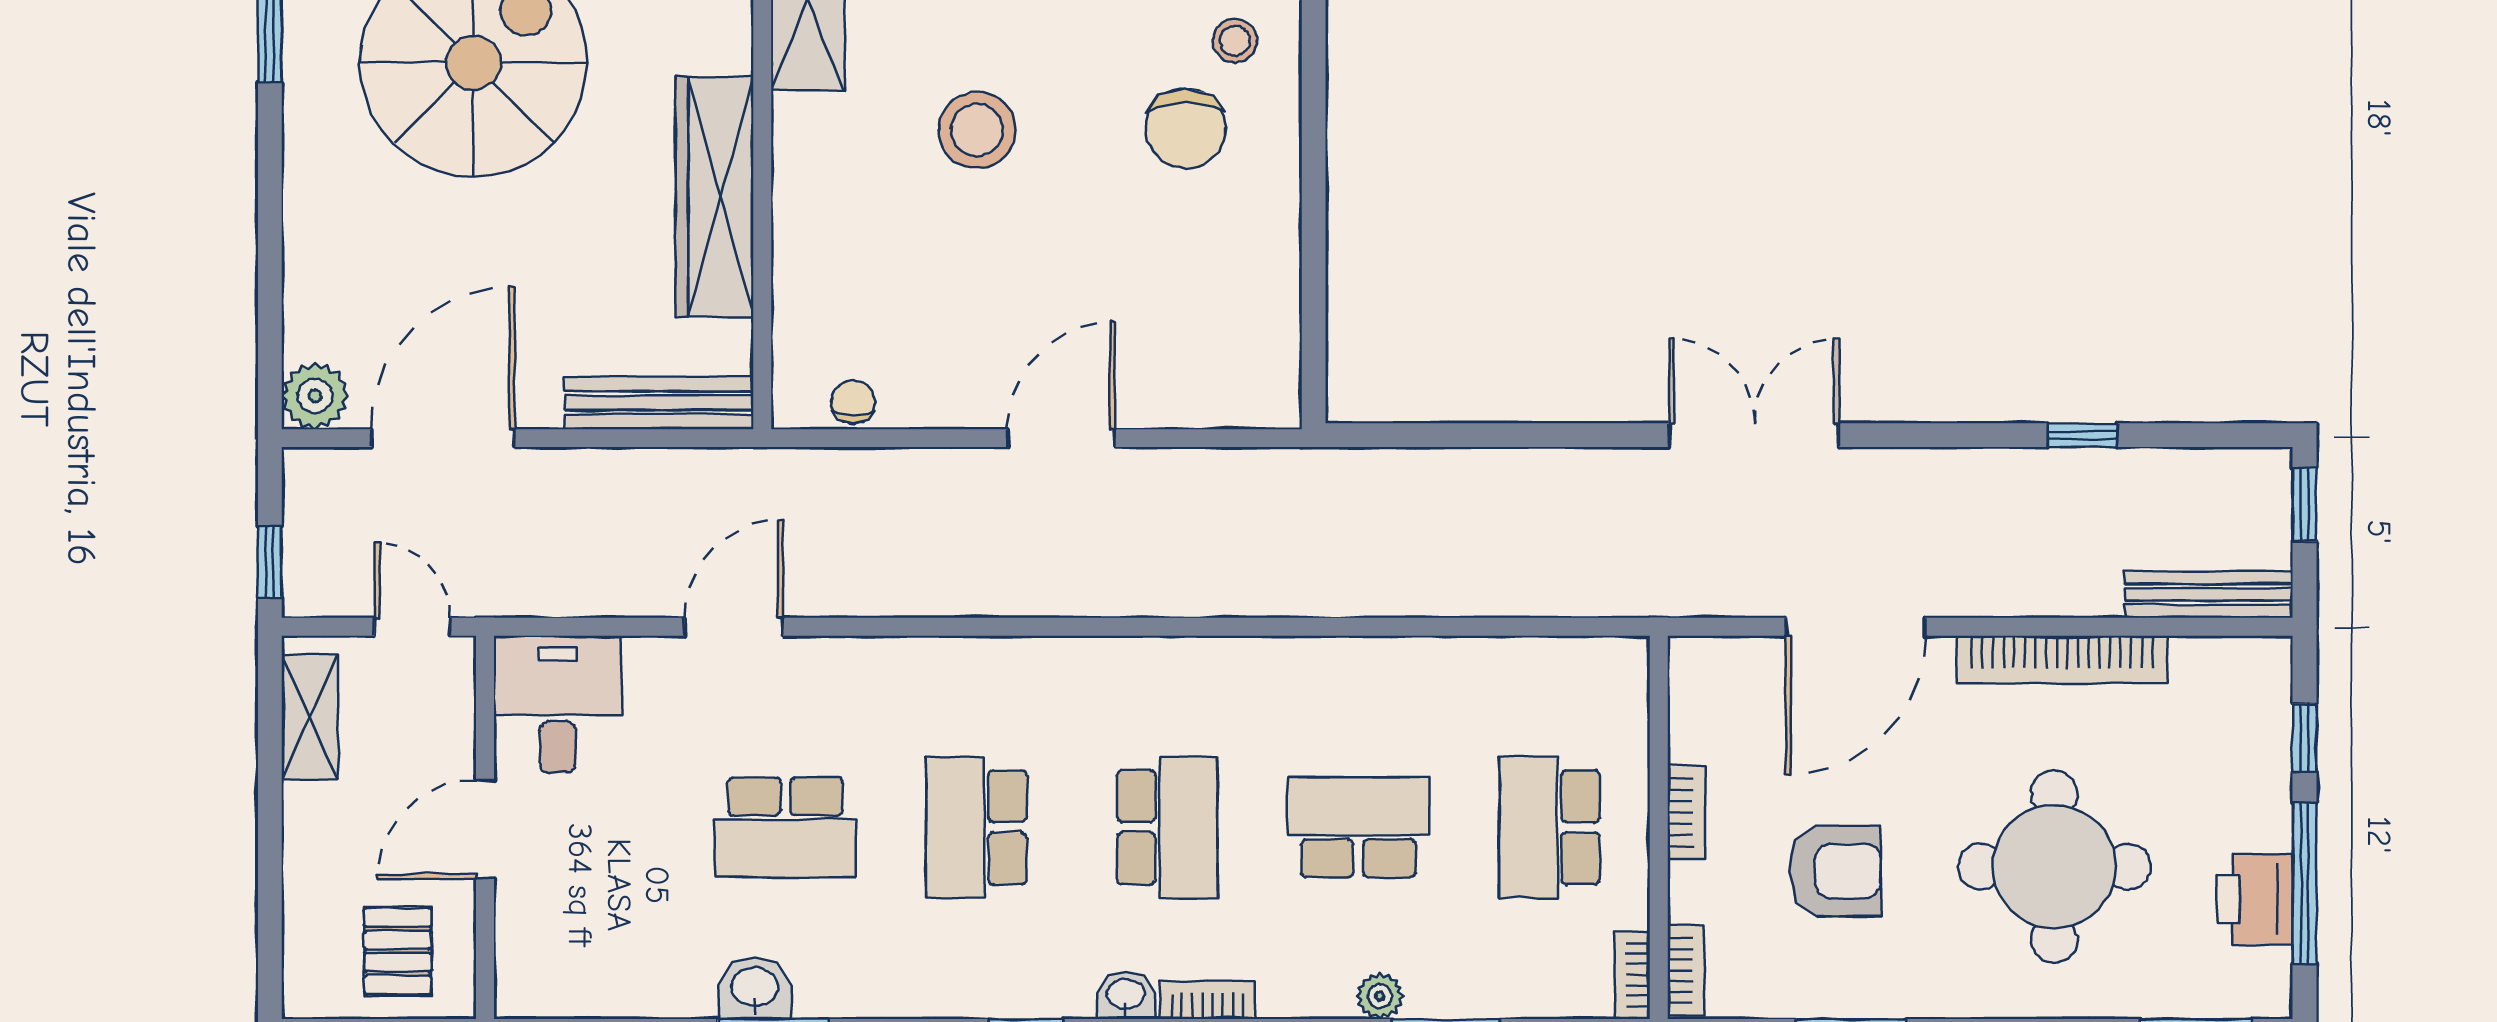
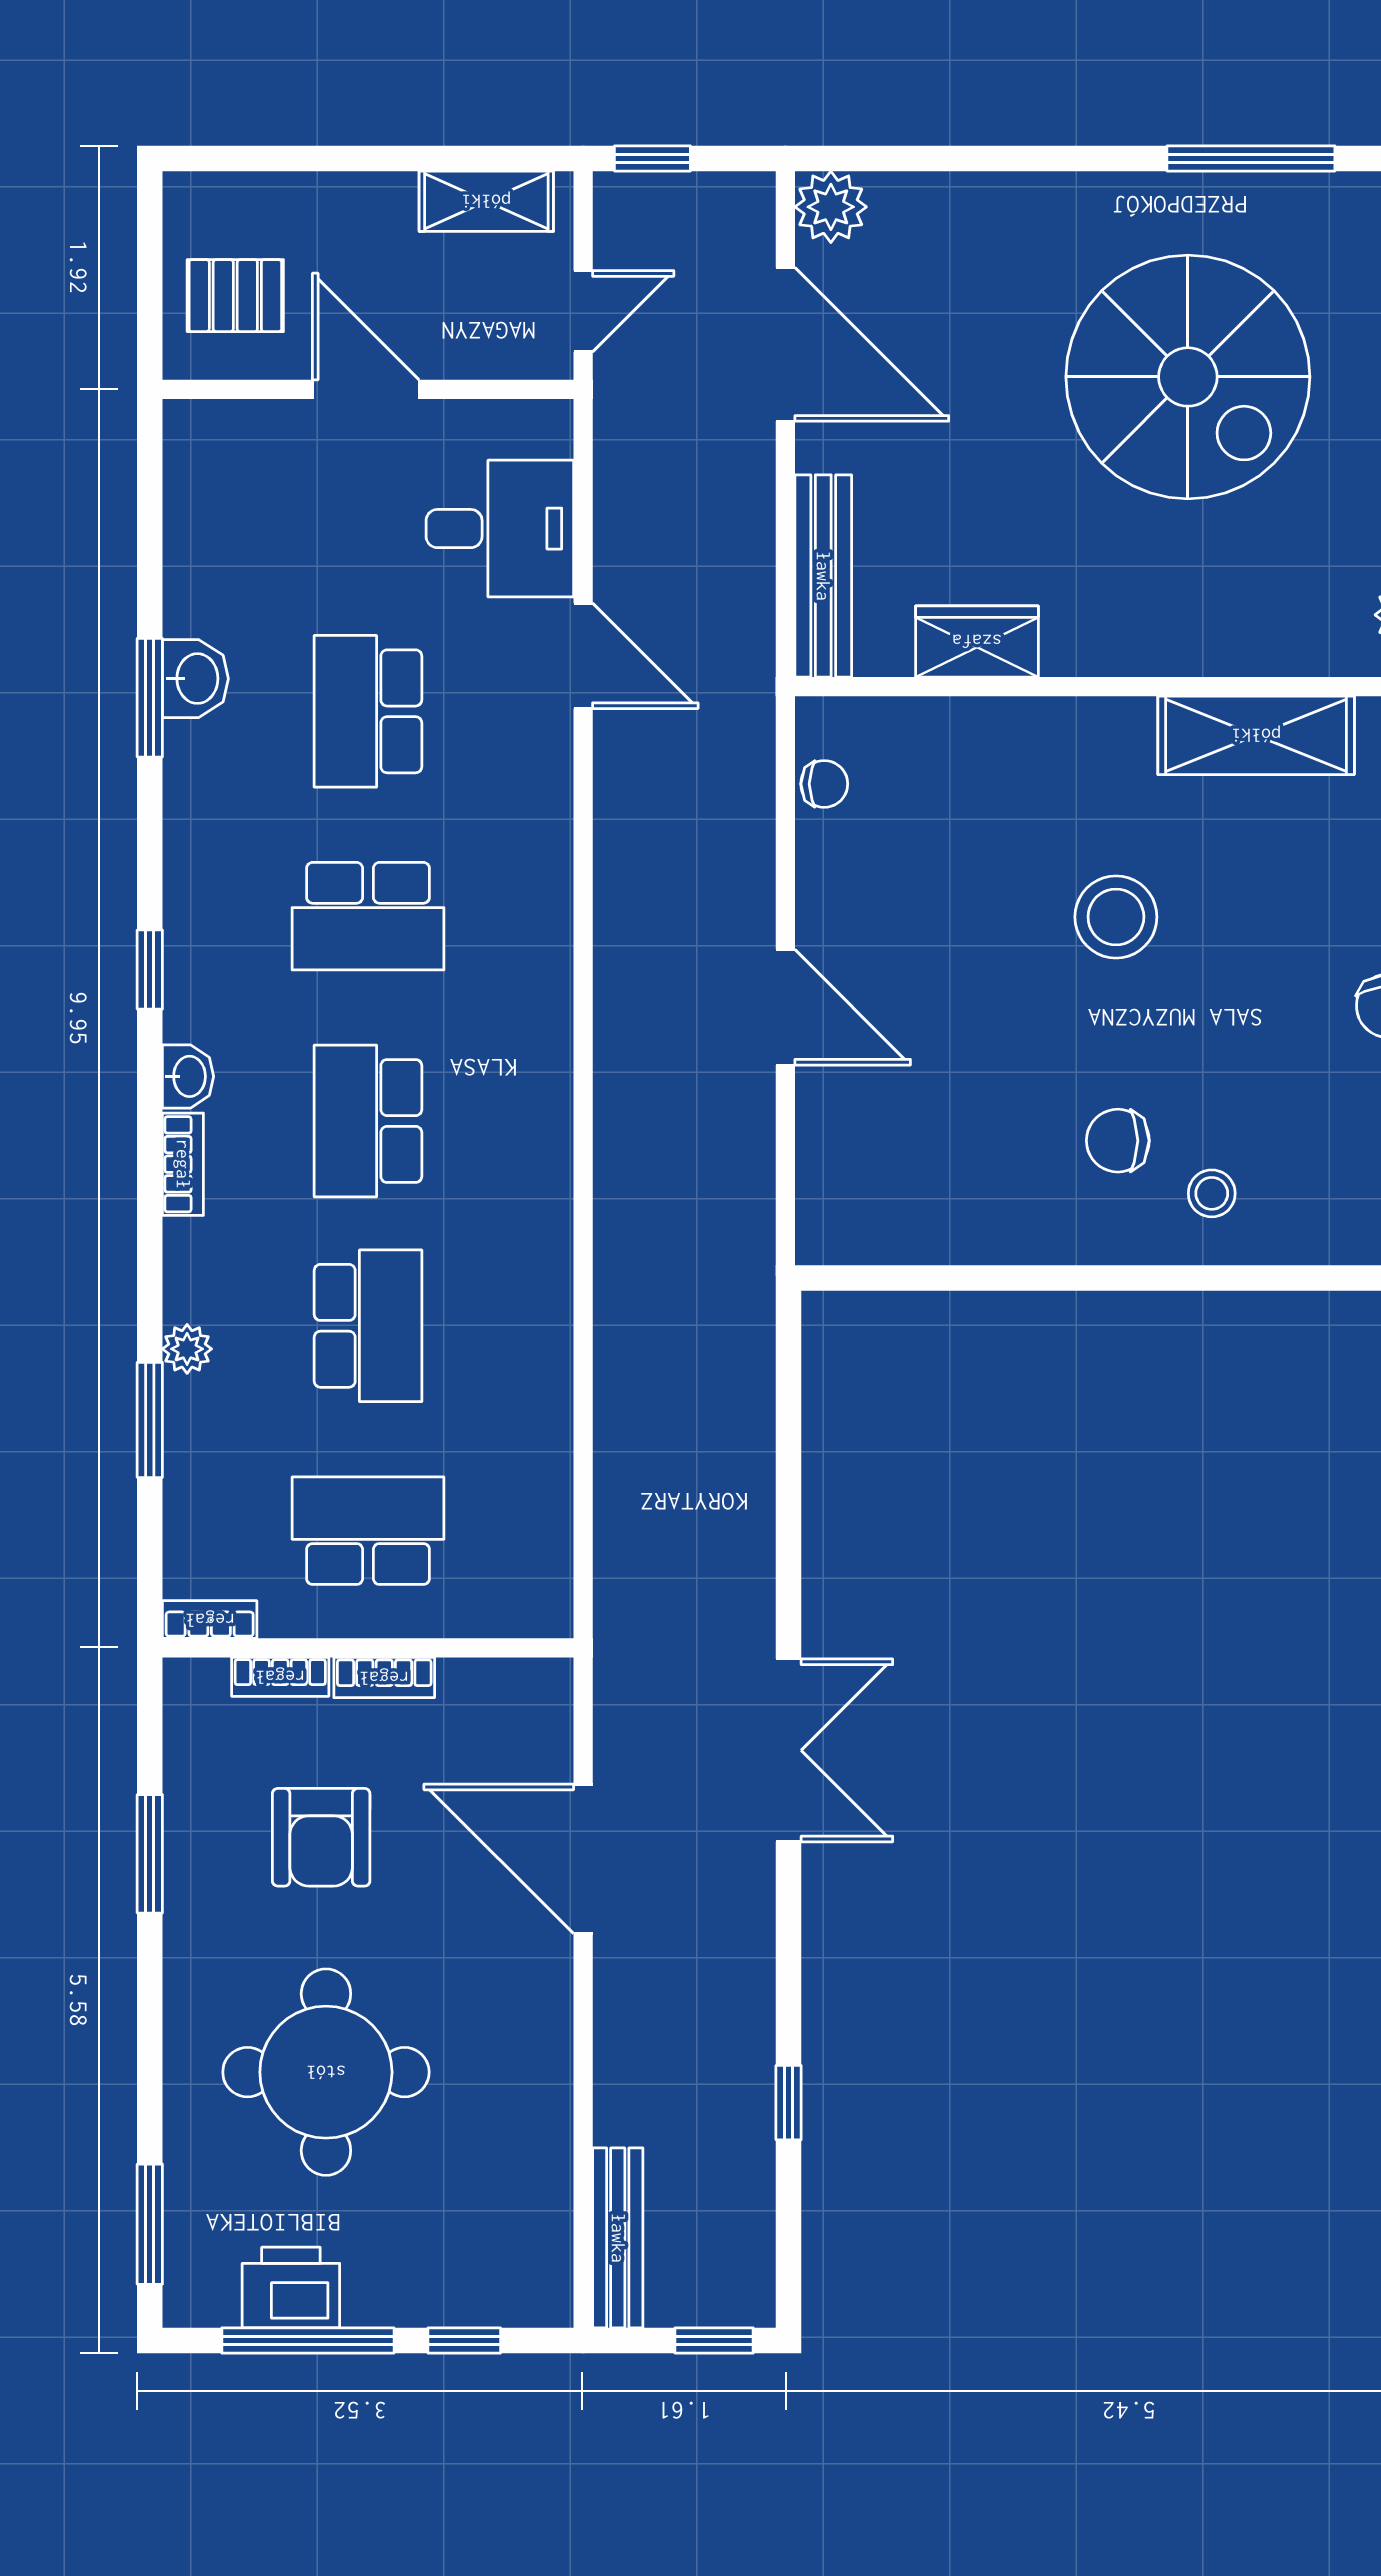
chair: (1186, 128) -> (1118, 1141), width x0.73, depth x0.73
wardrobe: (715, 197) -> (977, 641), width x0.48, depth x0.85
bookcase: (2062, 660) -> (548, 2081), removed
desk: (558, 704) -> (500, 529), moved
school desk: (976, 827) -> (368, 916), turned 180
school desk: (1167, 827) -> (368, 1121), turned 90
bookcase: (1686, 970) -> (280, 1677), moved

